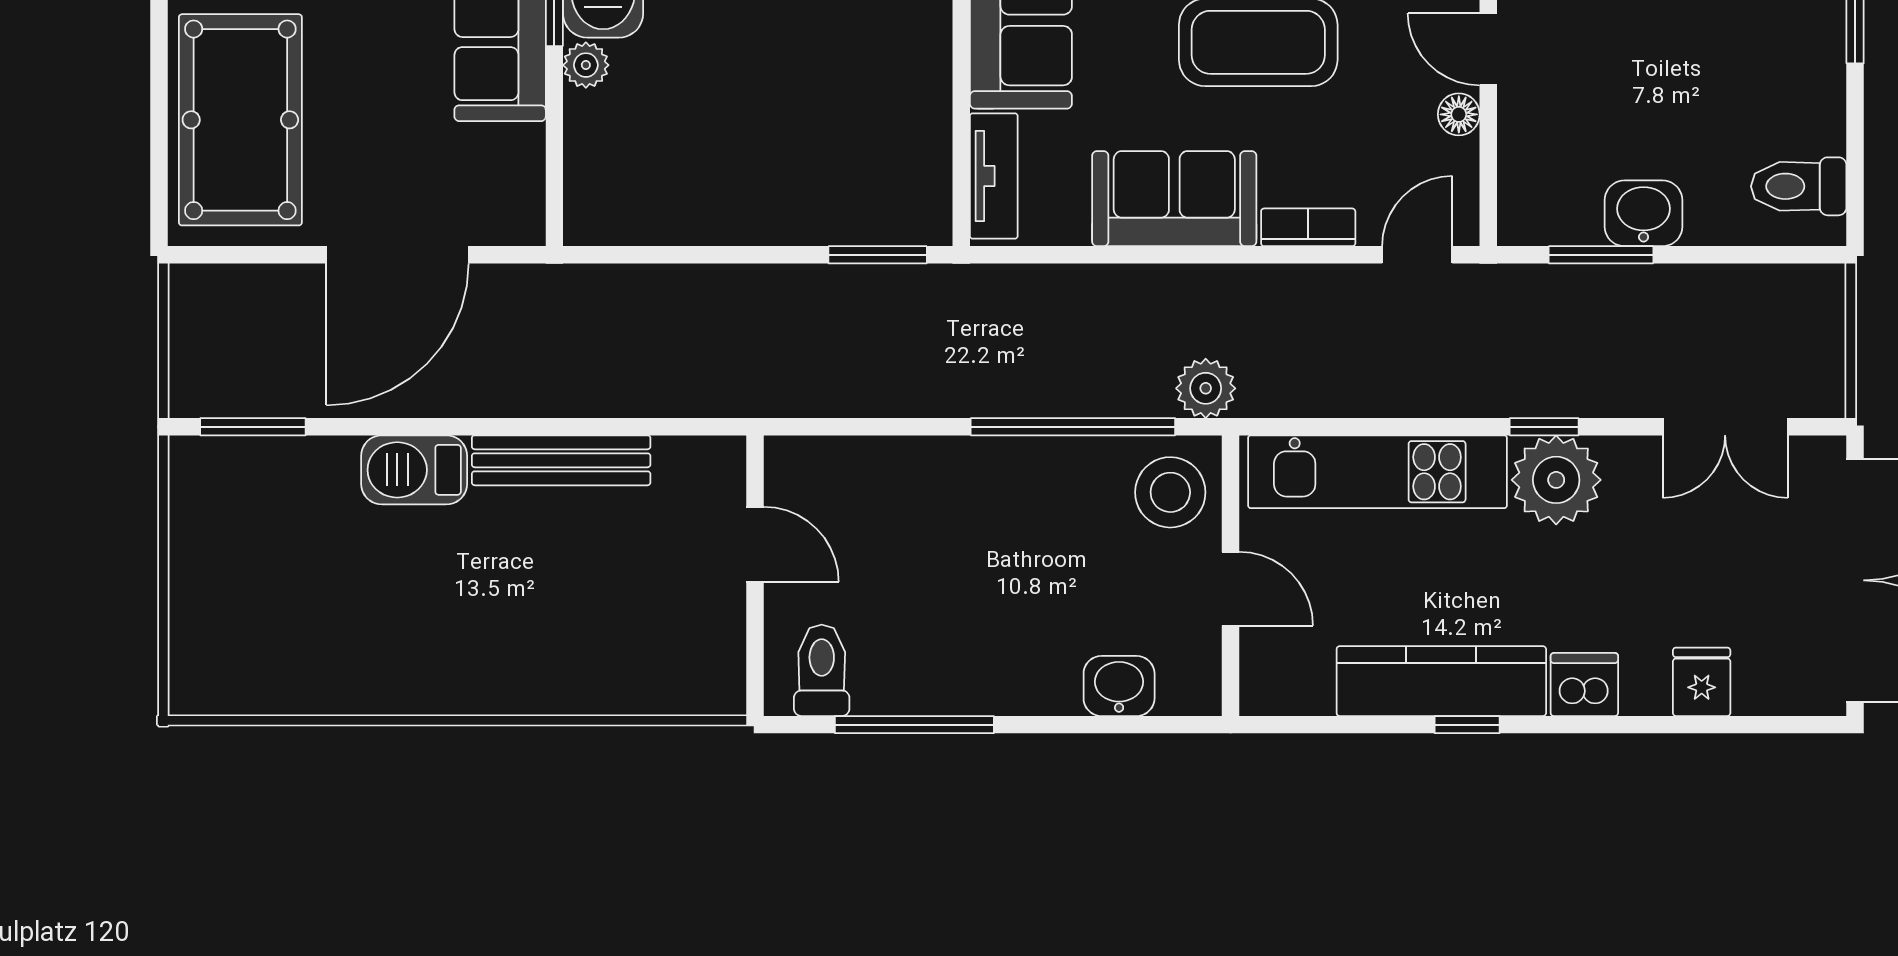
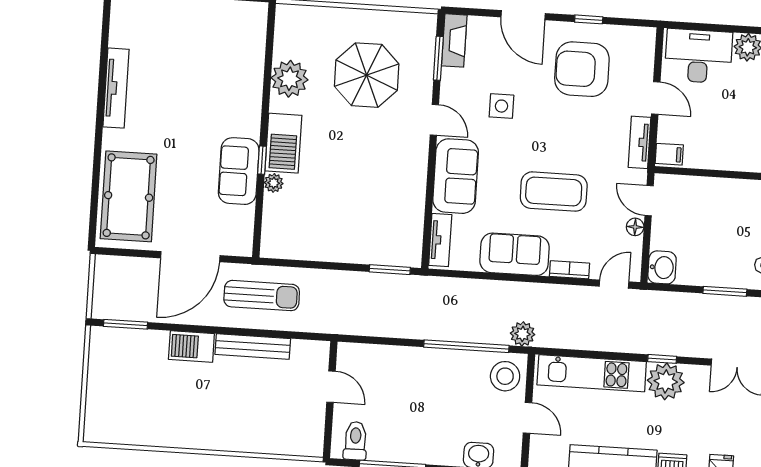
washbasin: (1644, 213) -> (662, 267), moved, turned 90
window: (1601, 255) -> (725, 291), moved
sun lounger: (575, 337) -> (262, 296), added

